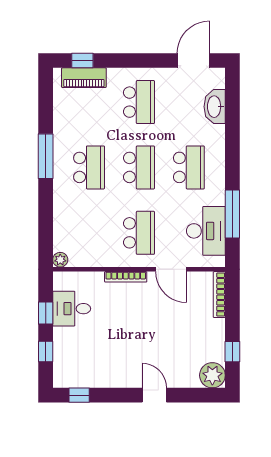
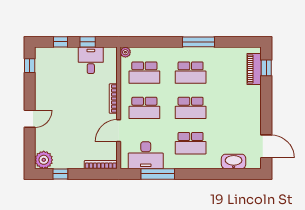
school desk: (139, 102) -> (144, 73), moved

